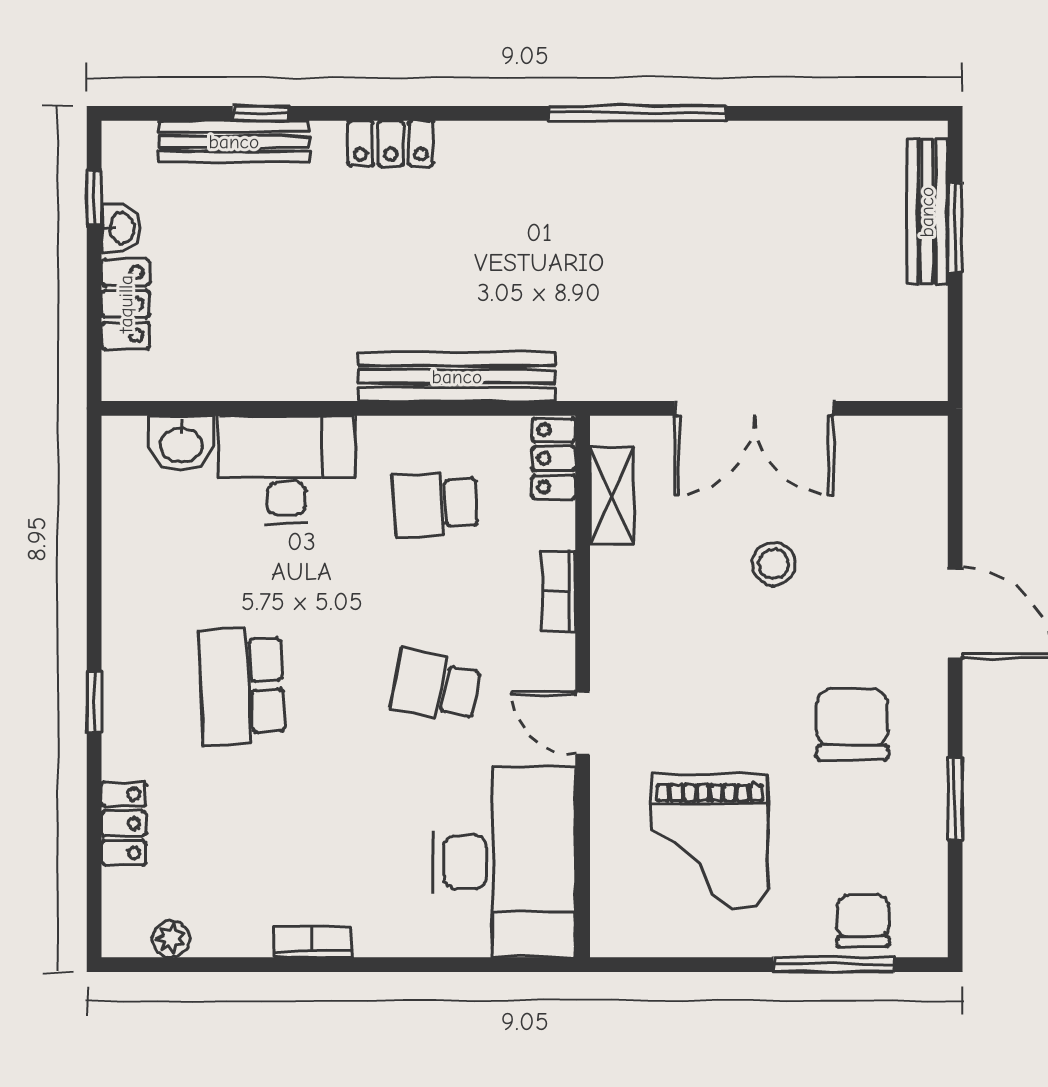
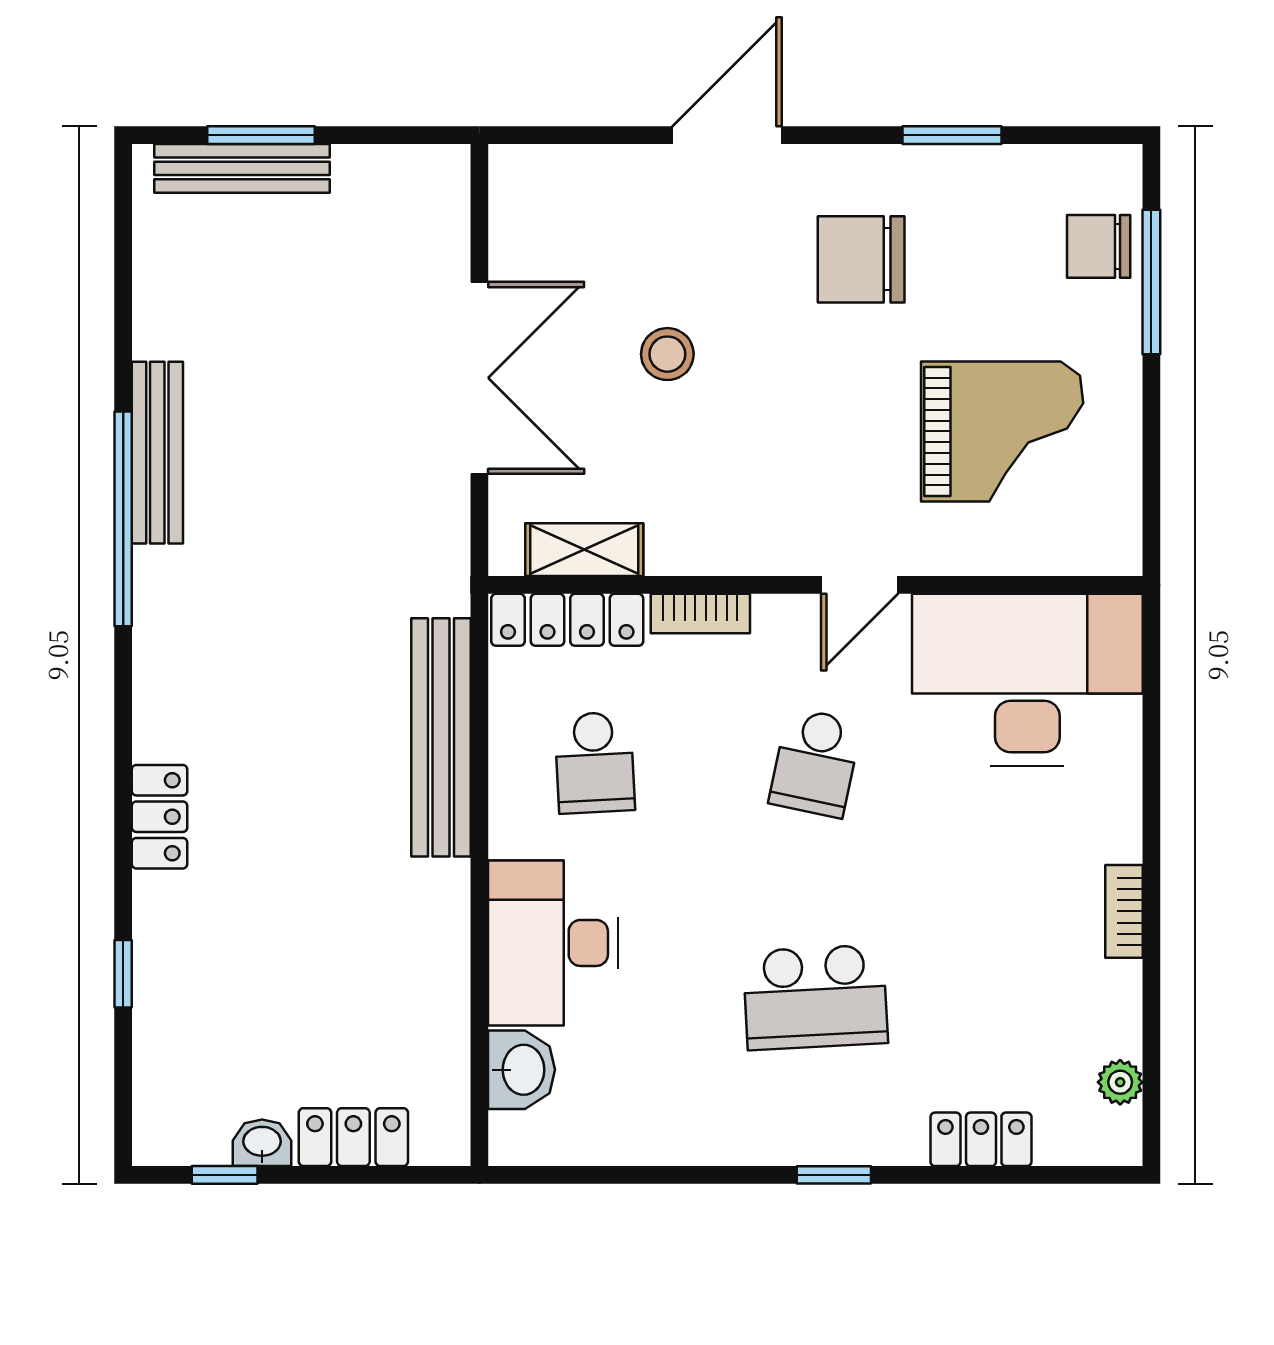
bench: (234, 142) -> (157, 453), moved
locker: (554, 458) -> (567, 620), width x1.53

